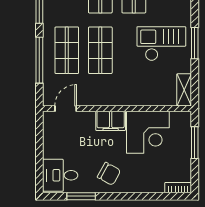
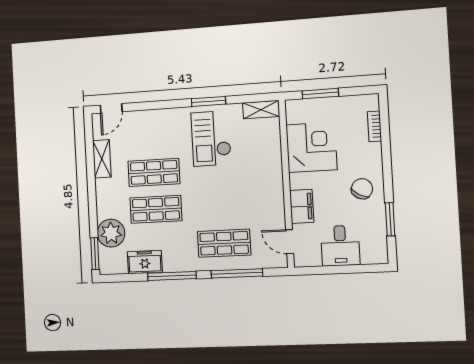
shop shelf: (100, 50) -> (222, 206), removed
filing cabinet: (111, 121) -> (302, 206), moved
desk: (60, 175) -> (340, 246), moved
bookcase: (178, 188) -> (375, 126), moved

